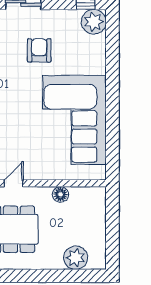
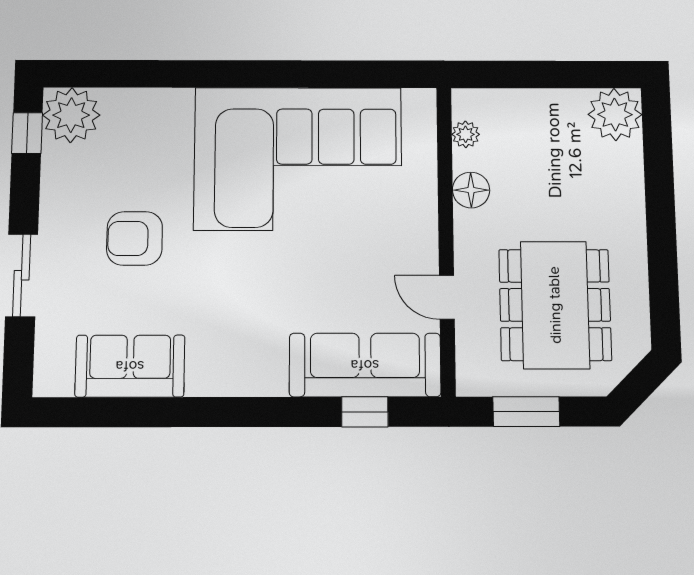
plant: (85, 193) -> (466, 134), added
plant: (76, 258) -> (615, 115), moved

